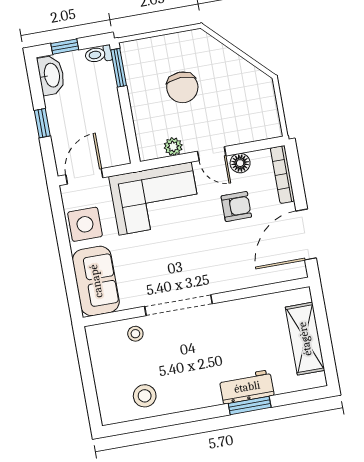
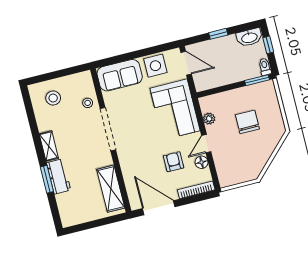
chair: (182, 87) -> (247, 122), turned 91
armchair: (236, 207) -> (174, 162), turned 180
shelving: (305, 339) -> (111, 189), moved, turned 90
stool: (145, 396) -> (53, 98), moved
shelving: (198, 399) -> (49, 146), added

